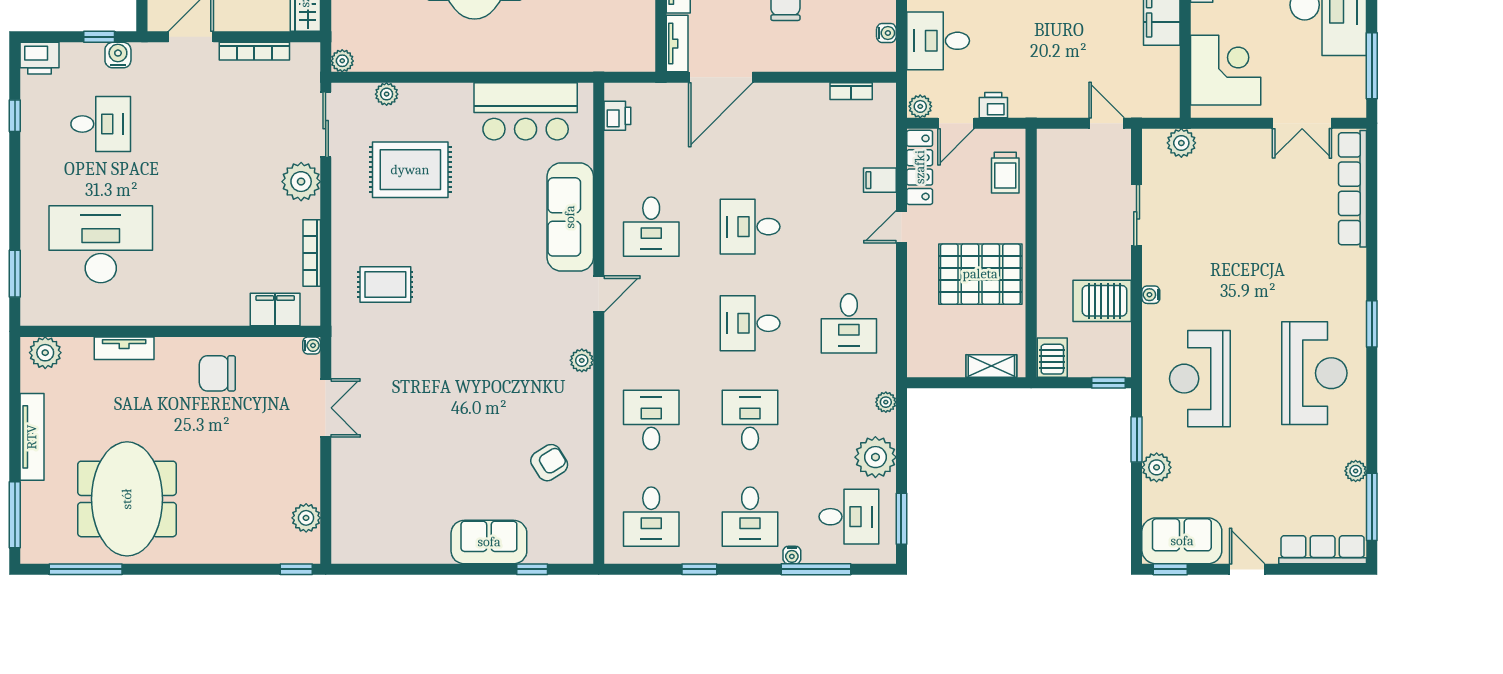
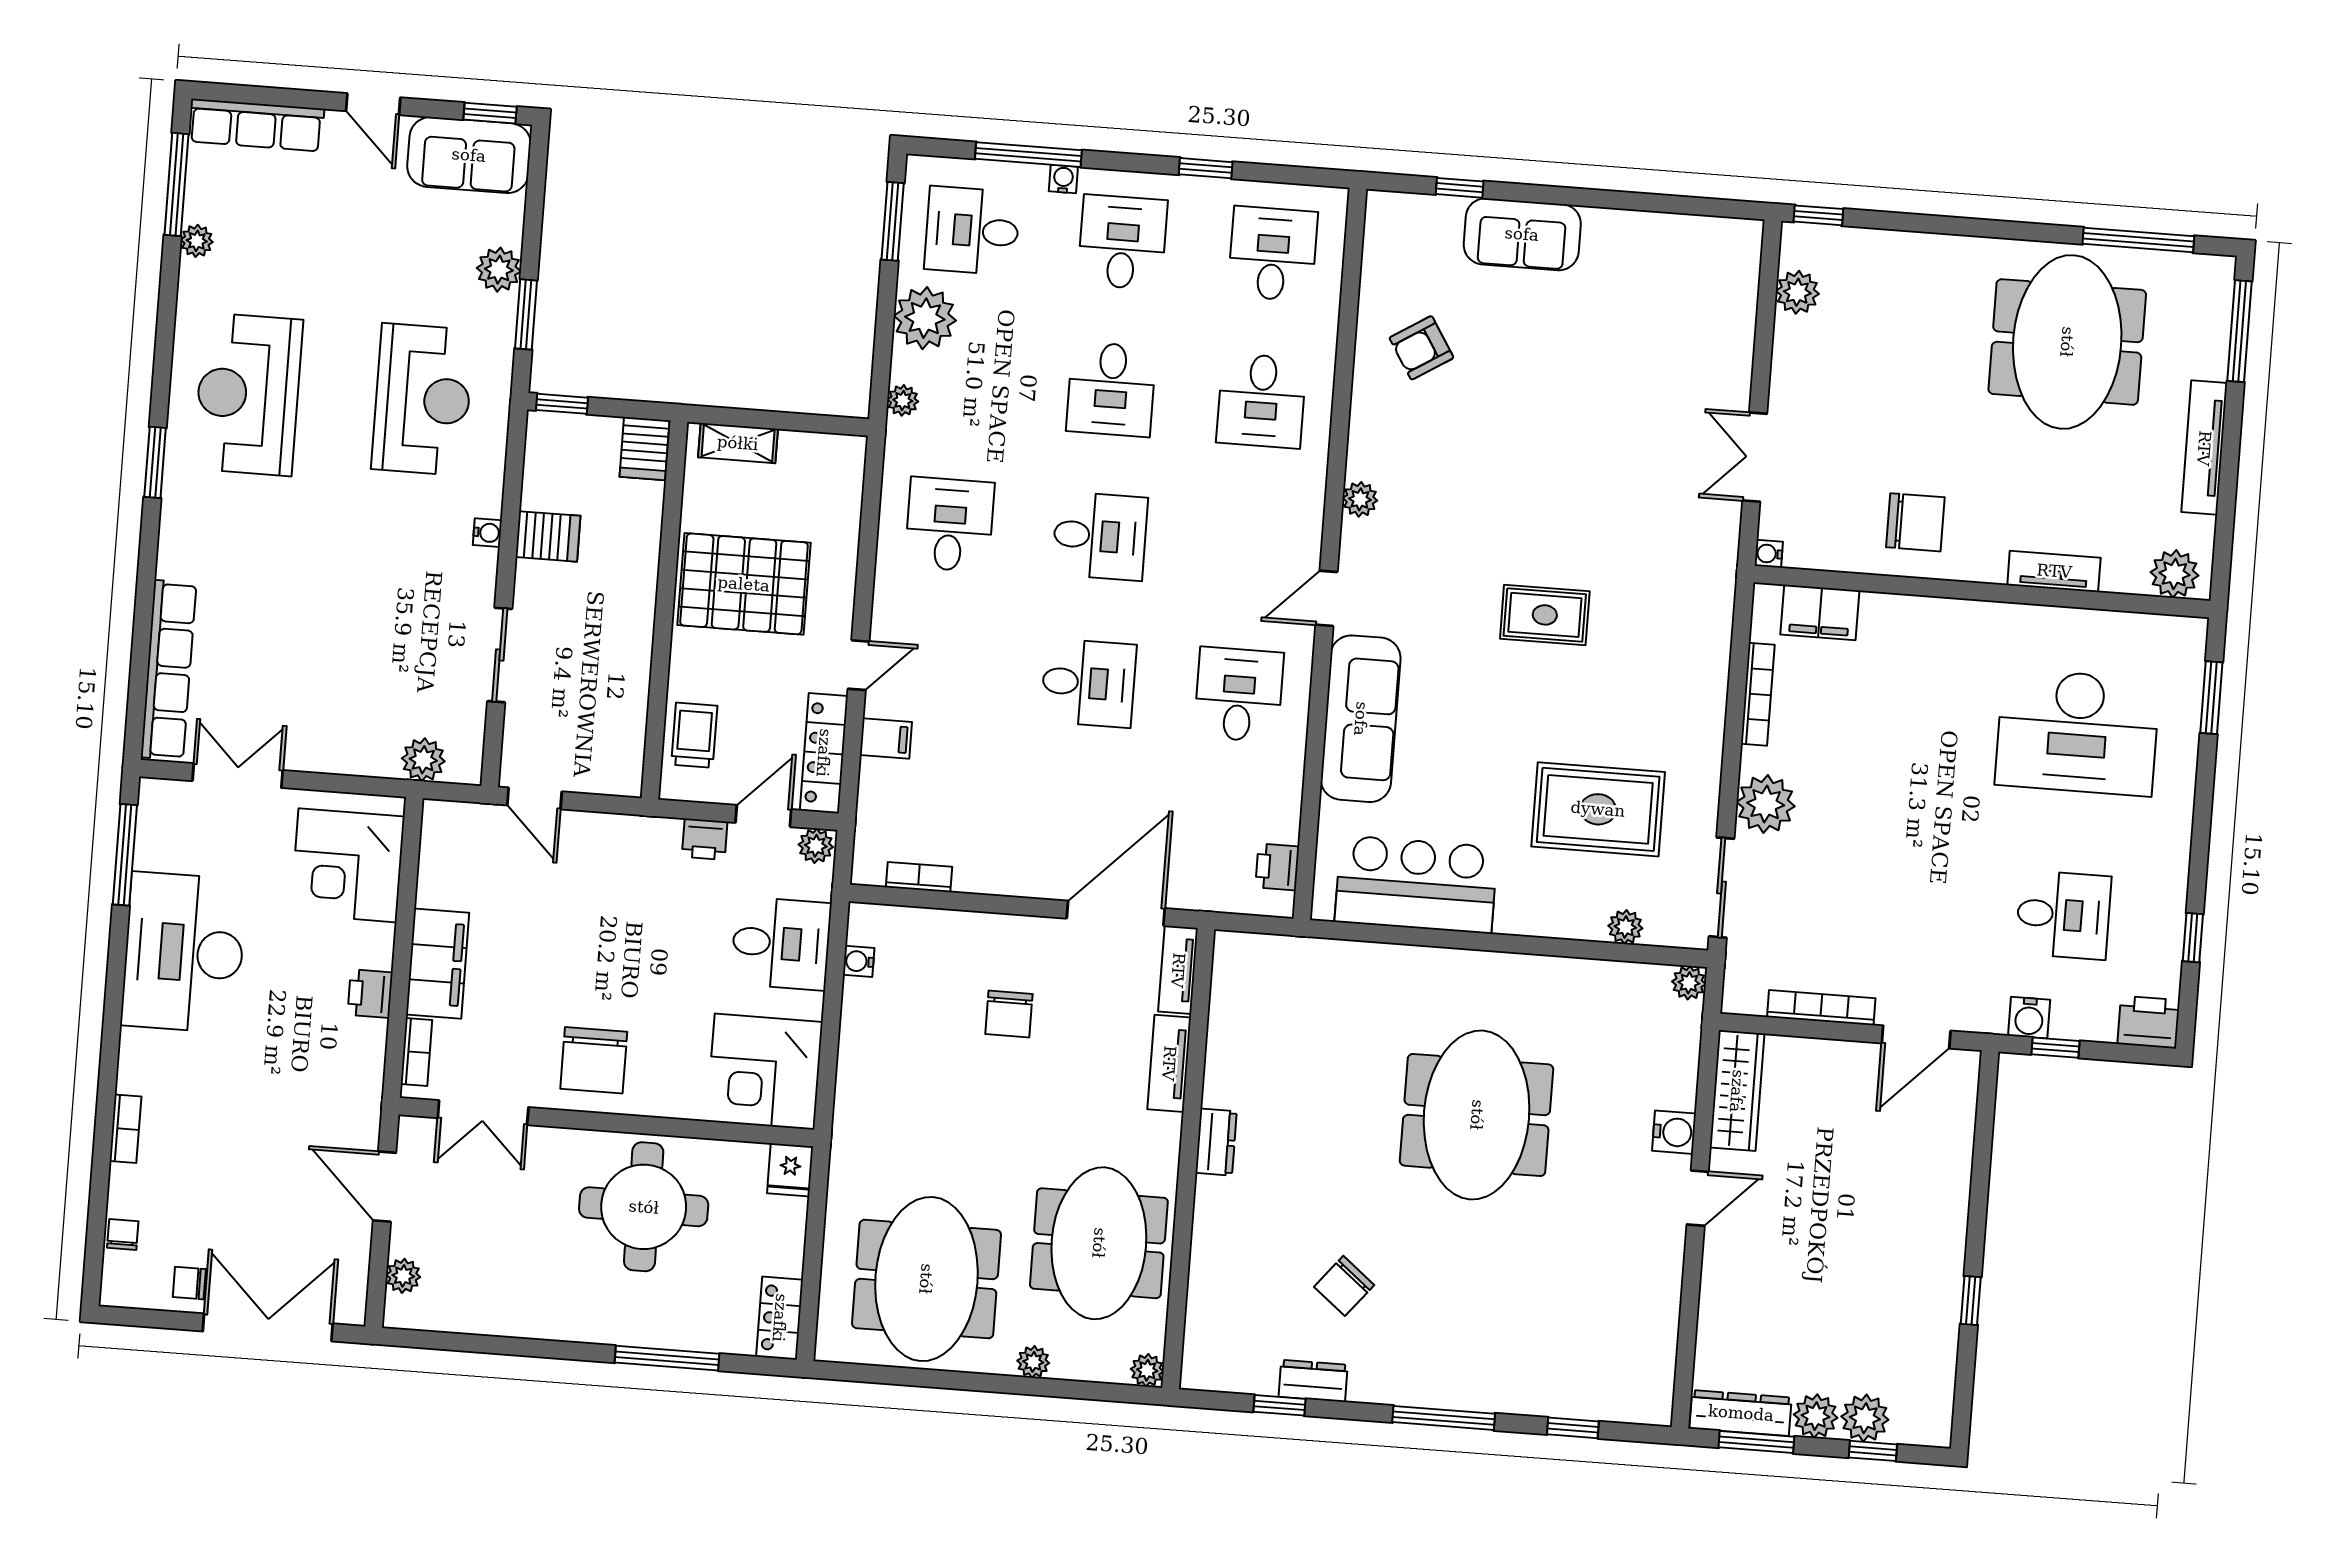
desk: (101, 124) -> (2063, 915), turned 180
rug: (385, 284) -> (1545, 615), moved
server rack: (1102, 301) -> (548, 536), width x0.73, depth x0.70

